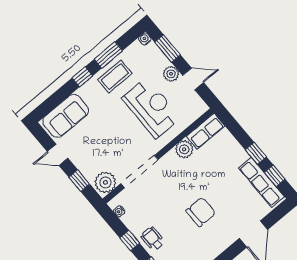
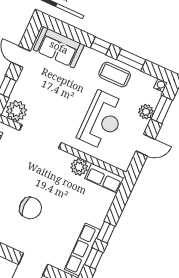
plant: (171, 74) -> (146, 112), moved
door: (193, 79) -> (146, 145), hinge flipped

